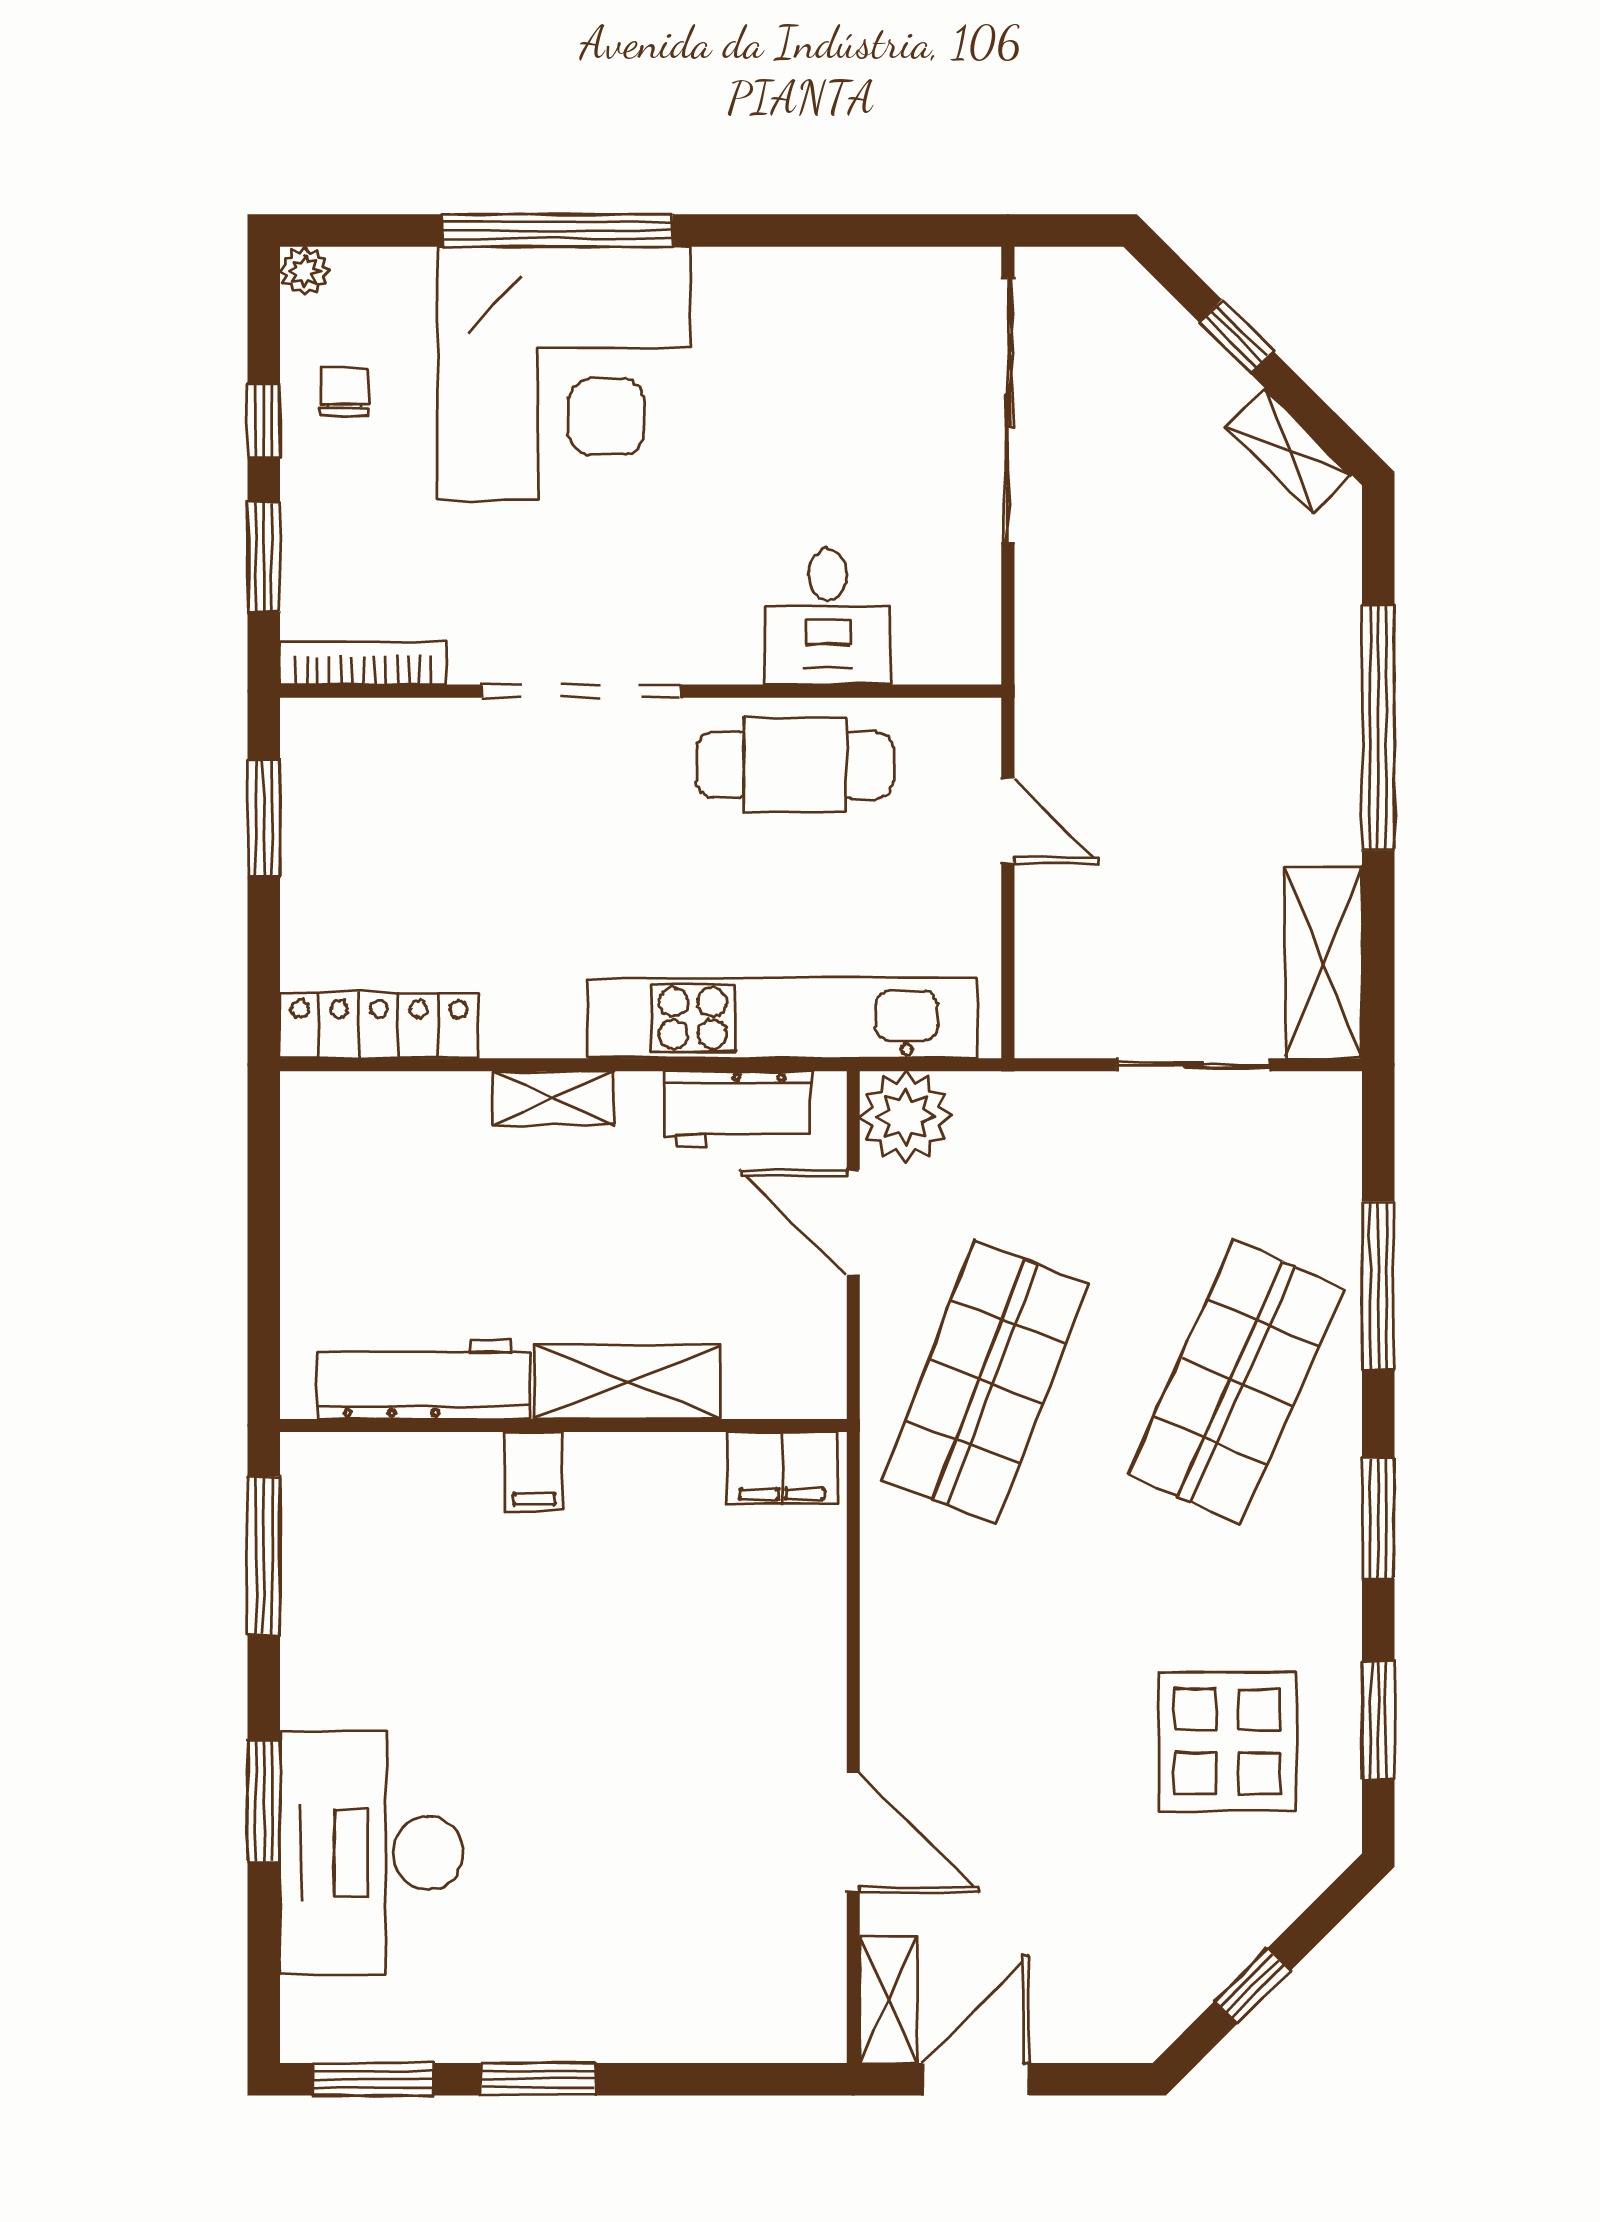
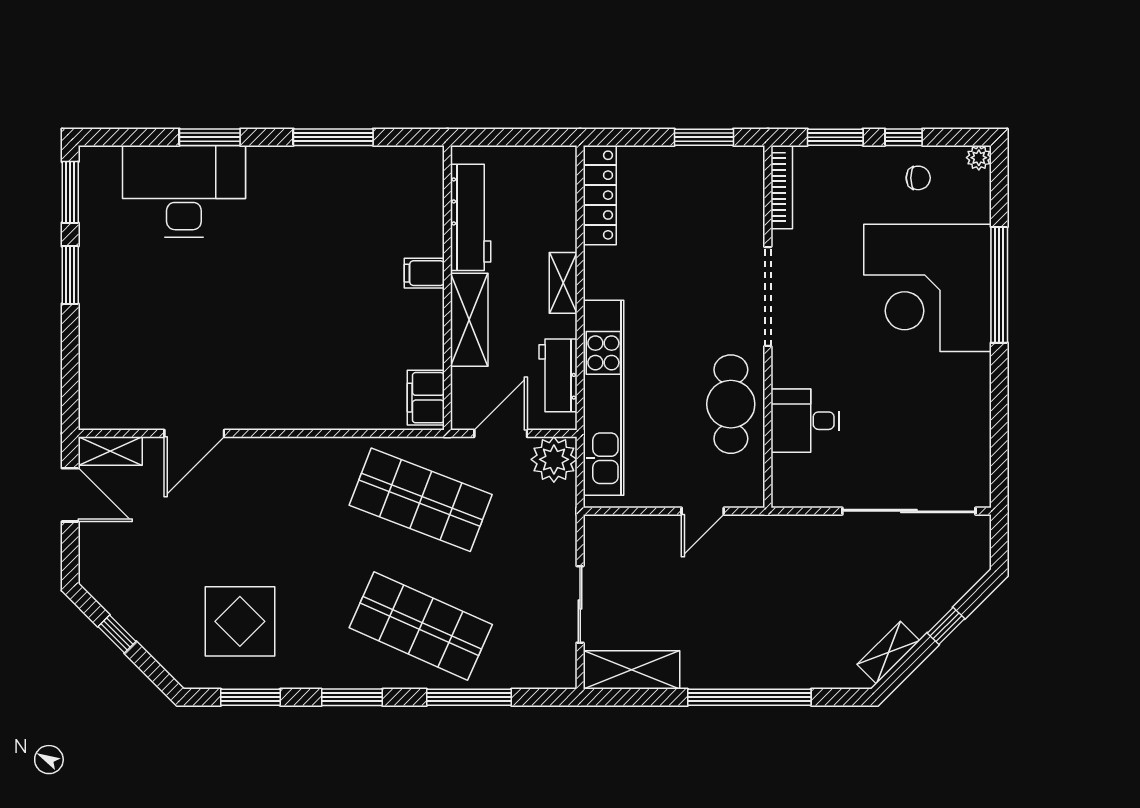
workbench: (423, 1379) -> (471, 217), moved
shelving: (627, 1382) -> (469, 320), moved
wall: (563, 1425) -> (447, 288), moved
filing cabinet: (782, 1468) -> (426, 398), moved
filing cabinet: (534, 1471) -> (424, 273), moved

